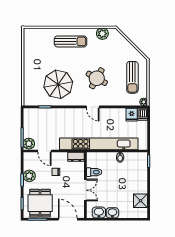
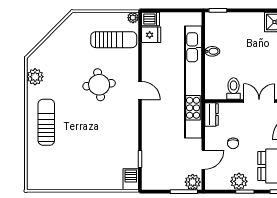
sun lounger: (132, 77) -> (114, 40), moved
round table: (97, 78) -> (99, 85), turned -36
parasol: (58, 84) -> (108, 140), removed
barbecue: (31, 100) -> (131, 179), added
door: (93, 107) -> (140, 91), hinge flipped

